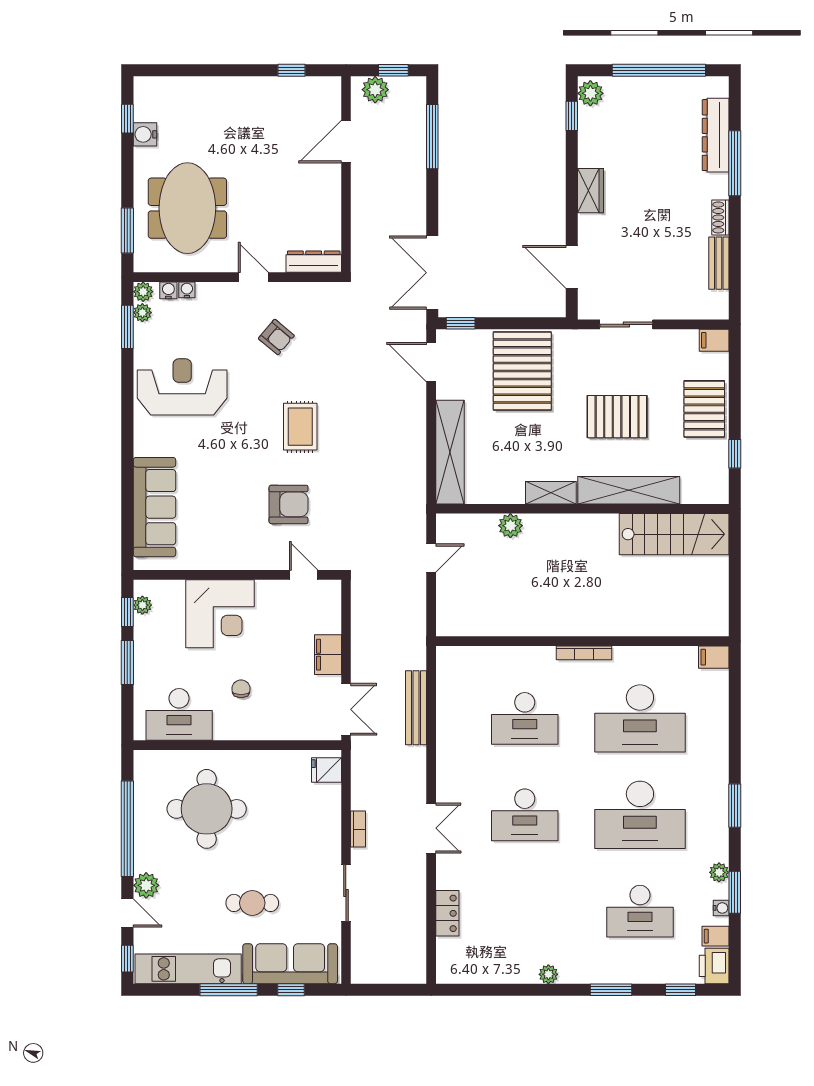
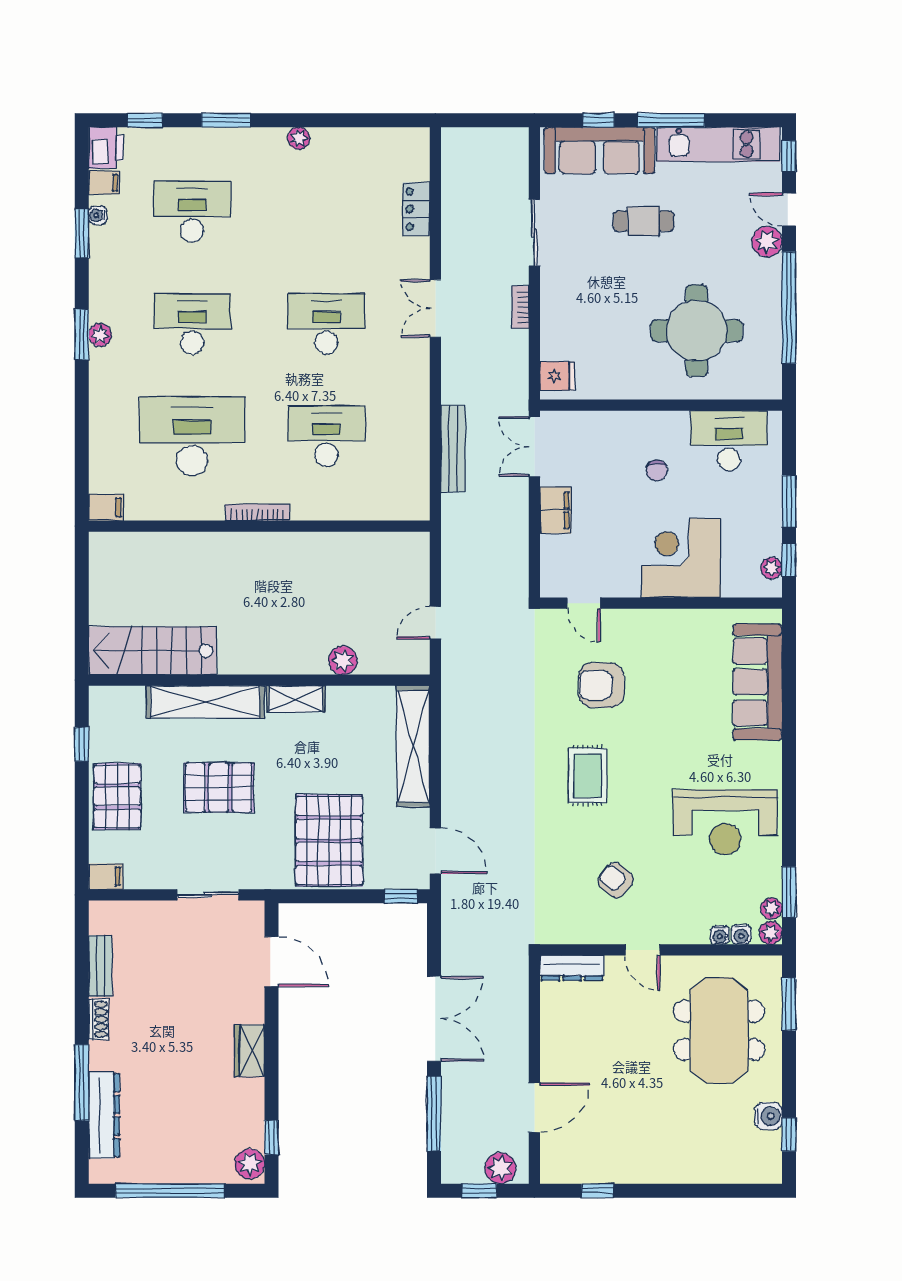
double door: (432, 273) -> (434, 1019), moved
desk: (640, 815) -> (192, 324), width x0.73, depth x0.77
plant: (719, 872) -> (100, 335), moved

